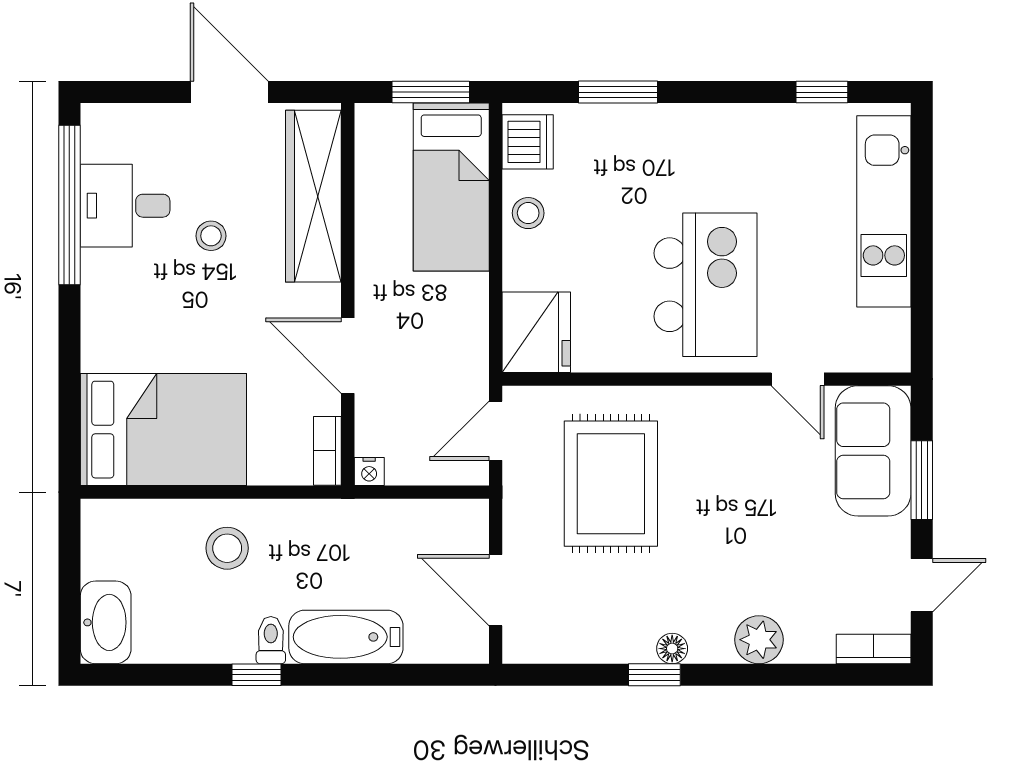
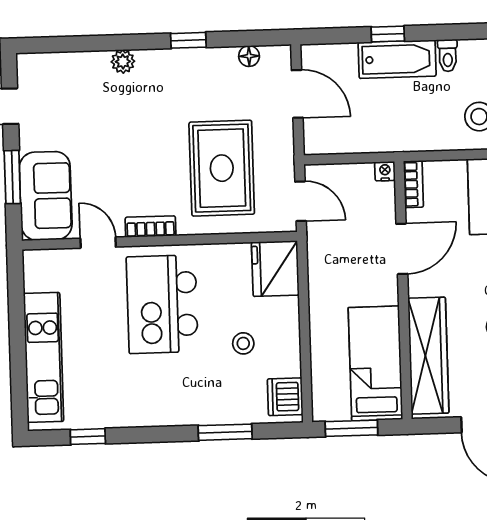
bed: (451, 187) -> (375, 363), moved
stool: (528, 213) -> (243, 343), moved
door: (348, 356) -> (402, 249), hinge flipped
door: (496, 431) -> (301, 201), hinge flipped
plant: (759, 640) -> (123, 62), width x0.73, depth x0.73
floor lamp: (672, 649) -> (249, 56), moved
bookcase: (874, 649) -> (151, 227), moved, turned 180
window: (257, 675) -> (388, 34), moved

